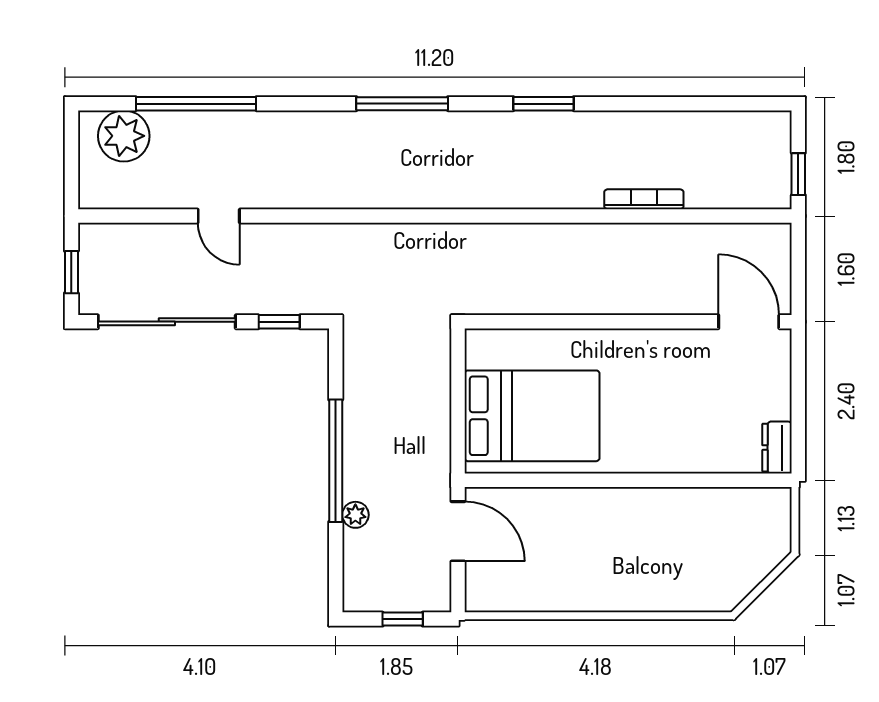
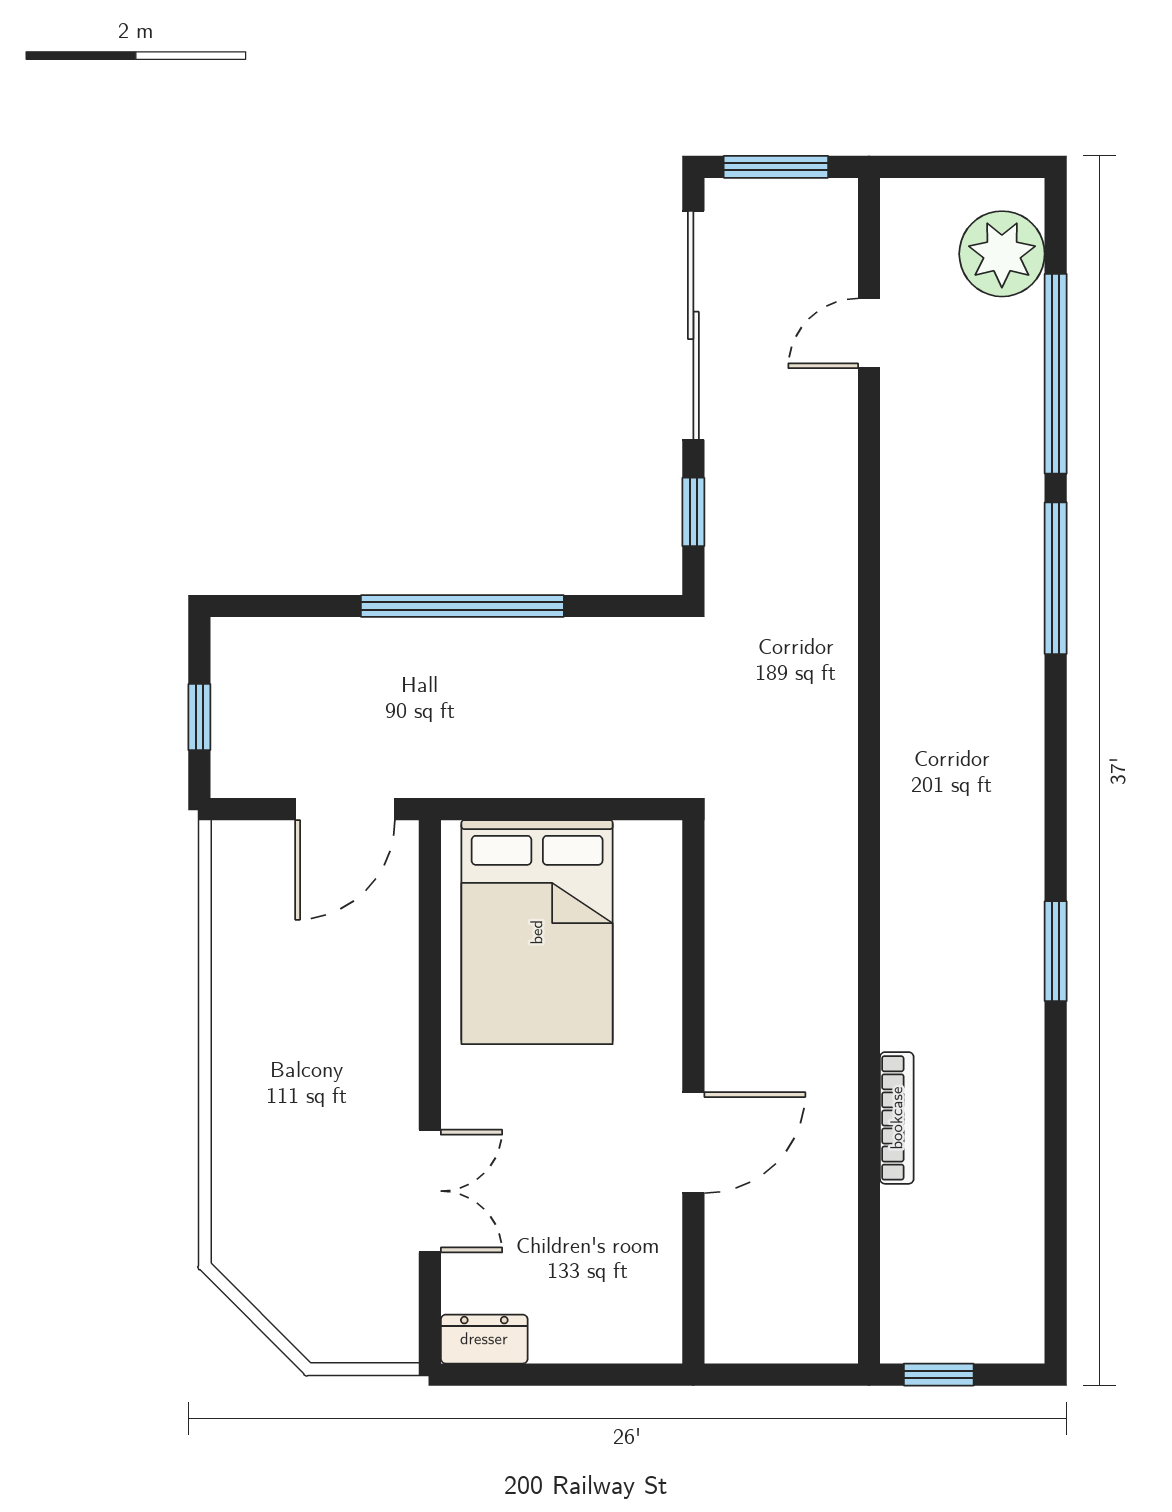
window: (402, 104) -> (1056, 578), moved
door: (219, 216) -> (869, 333), moved
window: (71, 272) -> (776, 167), width x1.50
door: (749, 322) -> (693, 1143), moved
double door: (688, 480) -> (430, 1191), added
plant: (355, 515) -> (373, 639), removed

